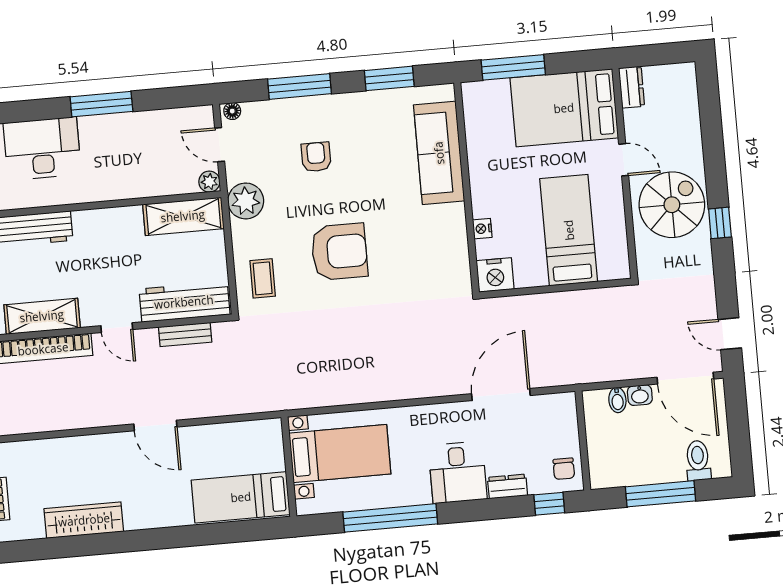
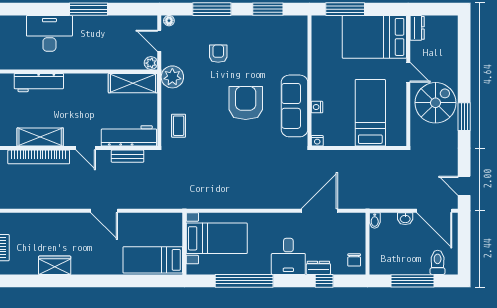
sofa: (439, 153) -> (295, 106), moved
window: (720, 223) -> (464, 117), width x1.50
armchair: (339, 252) -> (246, 103), moved, turned -90
nightstand: (495, 275) -> (317, 141), width x0.53, depth x0.56
bidet: (617, 400) -> (375, 220), moved
window: (549, 504) -> (324, 281), moved
wardrobe: (84, 520) -> (55, 265), width x0.67

